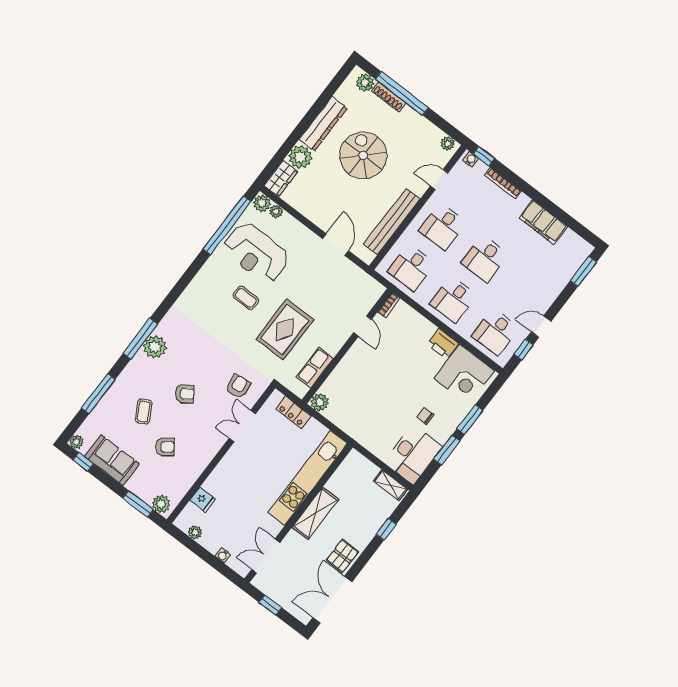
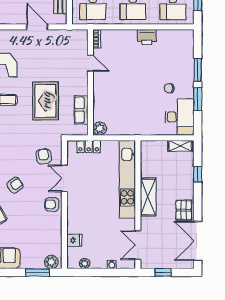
corner desk: (464, 375) -> (174, 46), removed
armchair: (165, 447) -> (52, 204), moved, turned -142

